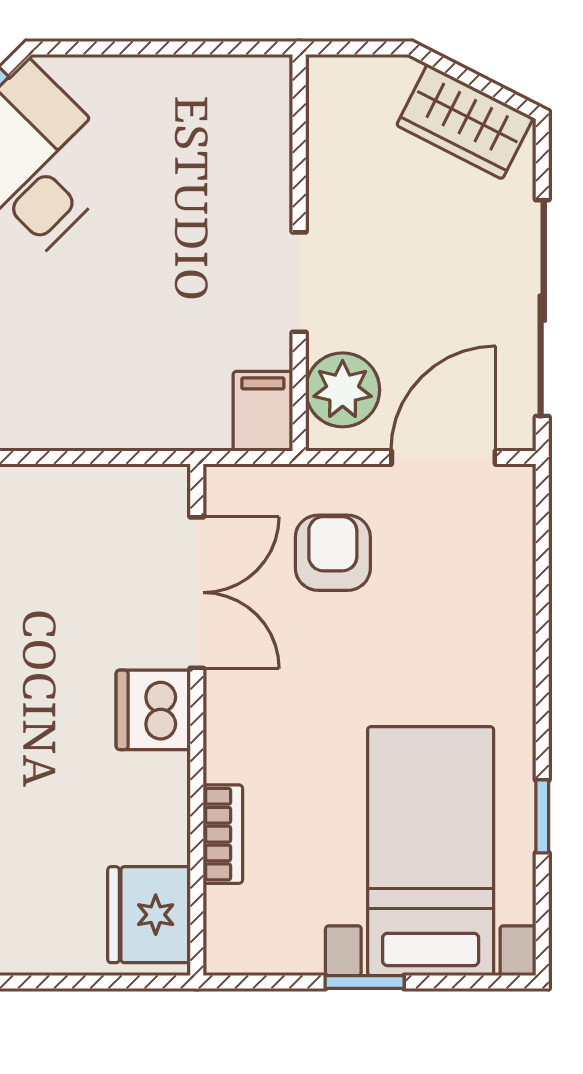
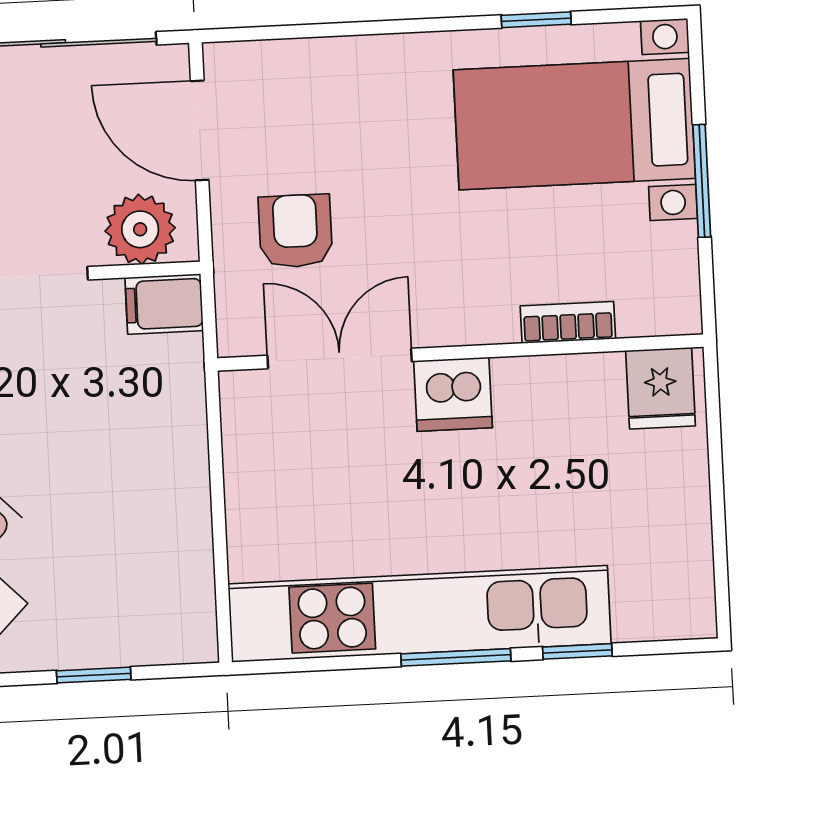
armchair: (333, 553) -> (295, 231), turned 90
fridge: (149, 915) -> (661, 388), width x0.72
window: (365, 982) -> (702, 181), width x1.50

